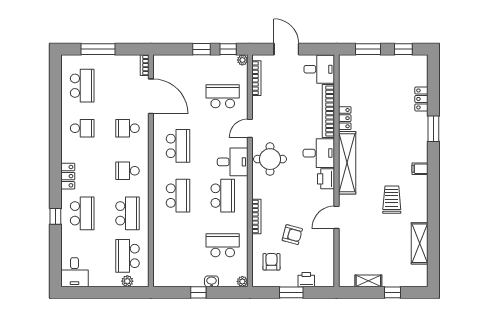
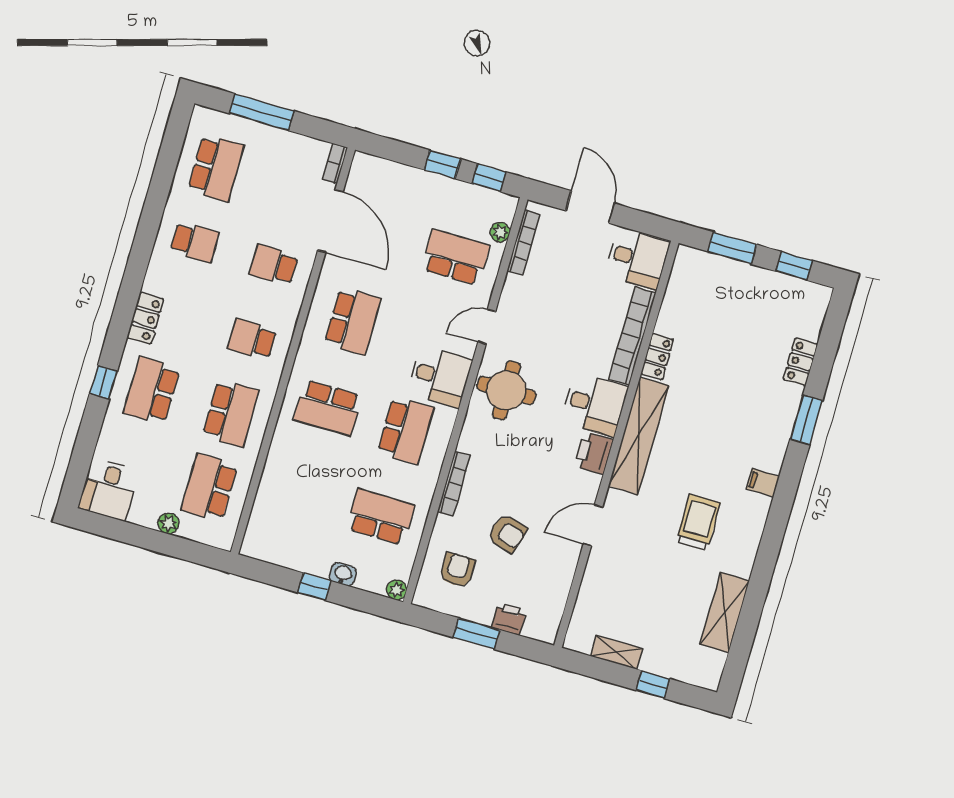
plant: (242, 60) -> (500, 232), moved
school desk: (178, 196) -> (328, 408), turned 90
school desk: (82, 213) -> (152, 391), turned 180
plant: (127, 281) -> (168, 523), moved

